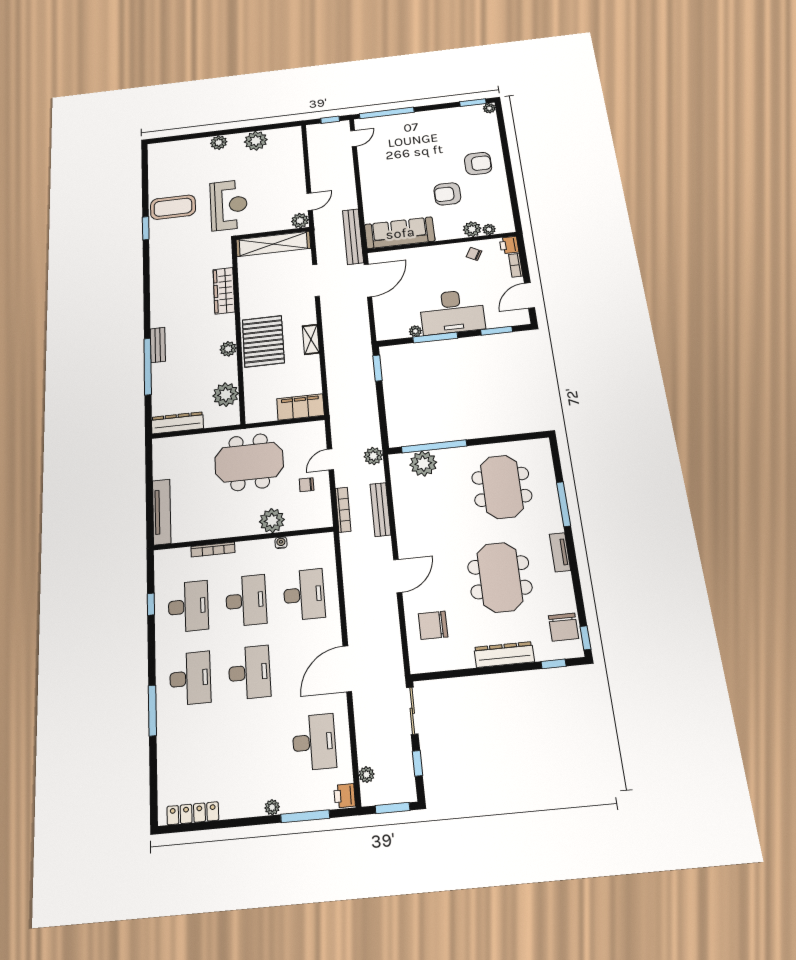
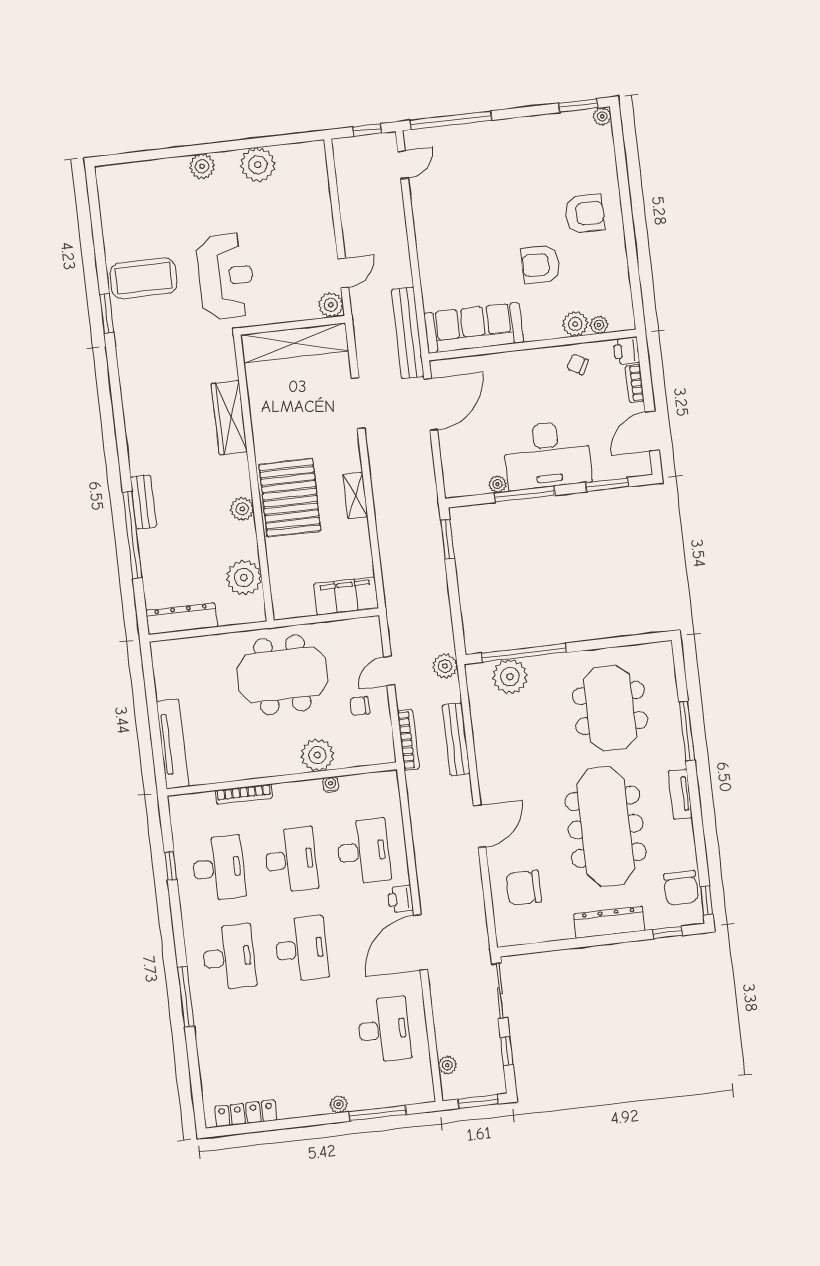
meeting table: (500, 577) -> (606, 827), width x1.36
printer: (345, 796) -> (400, 899), moved

